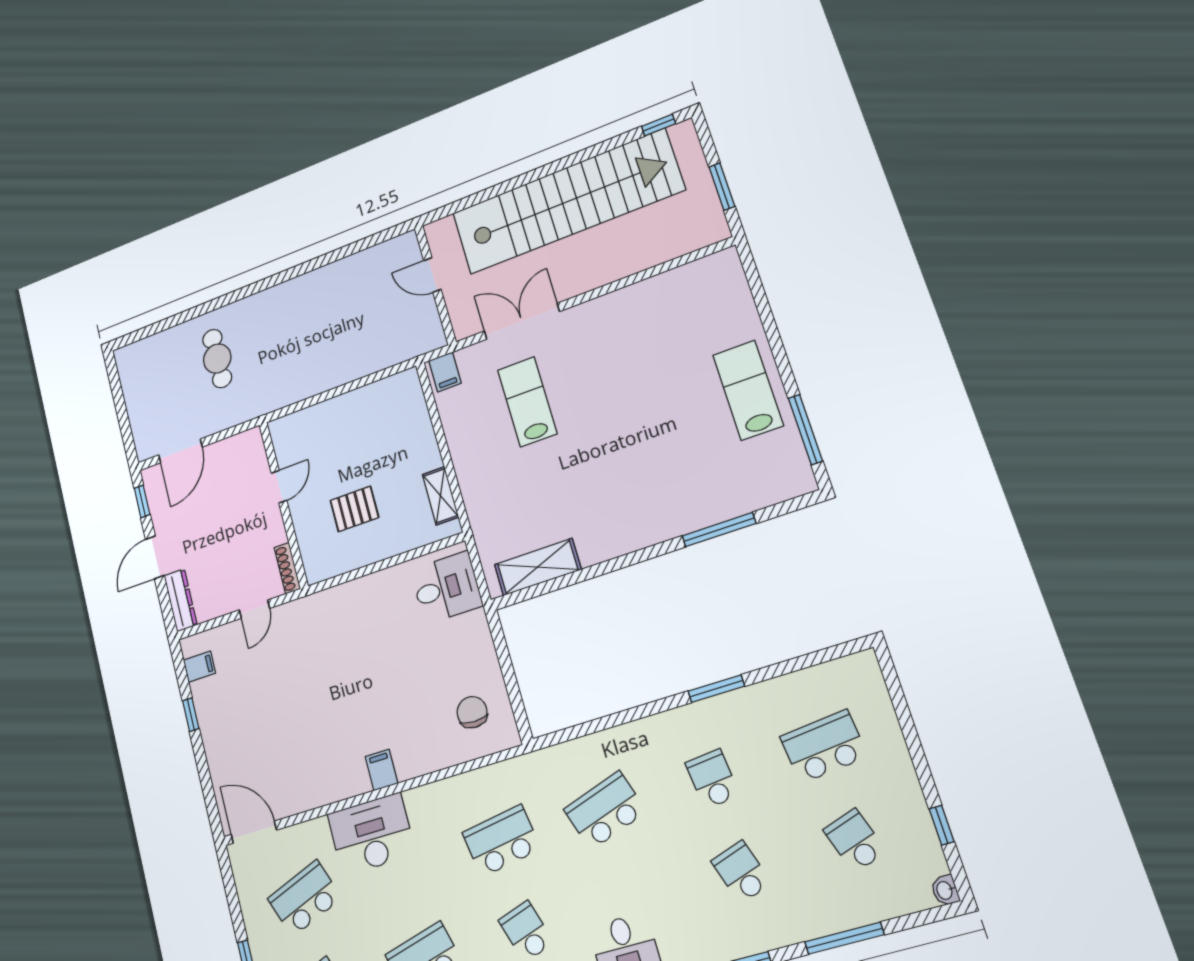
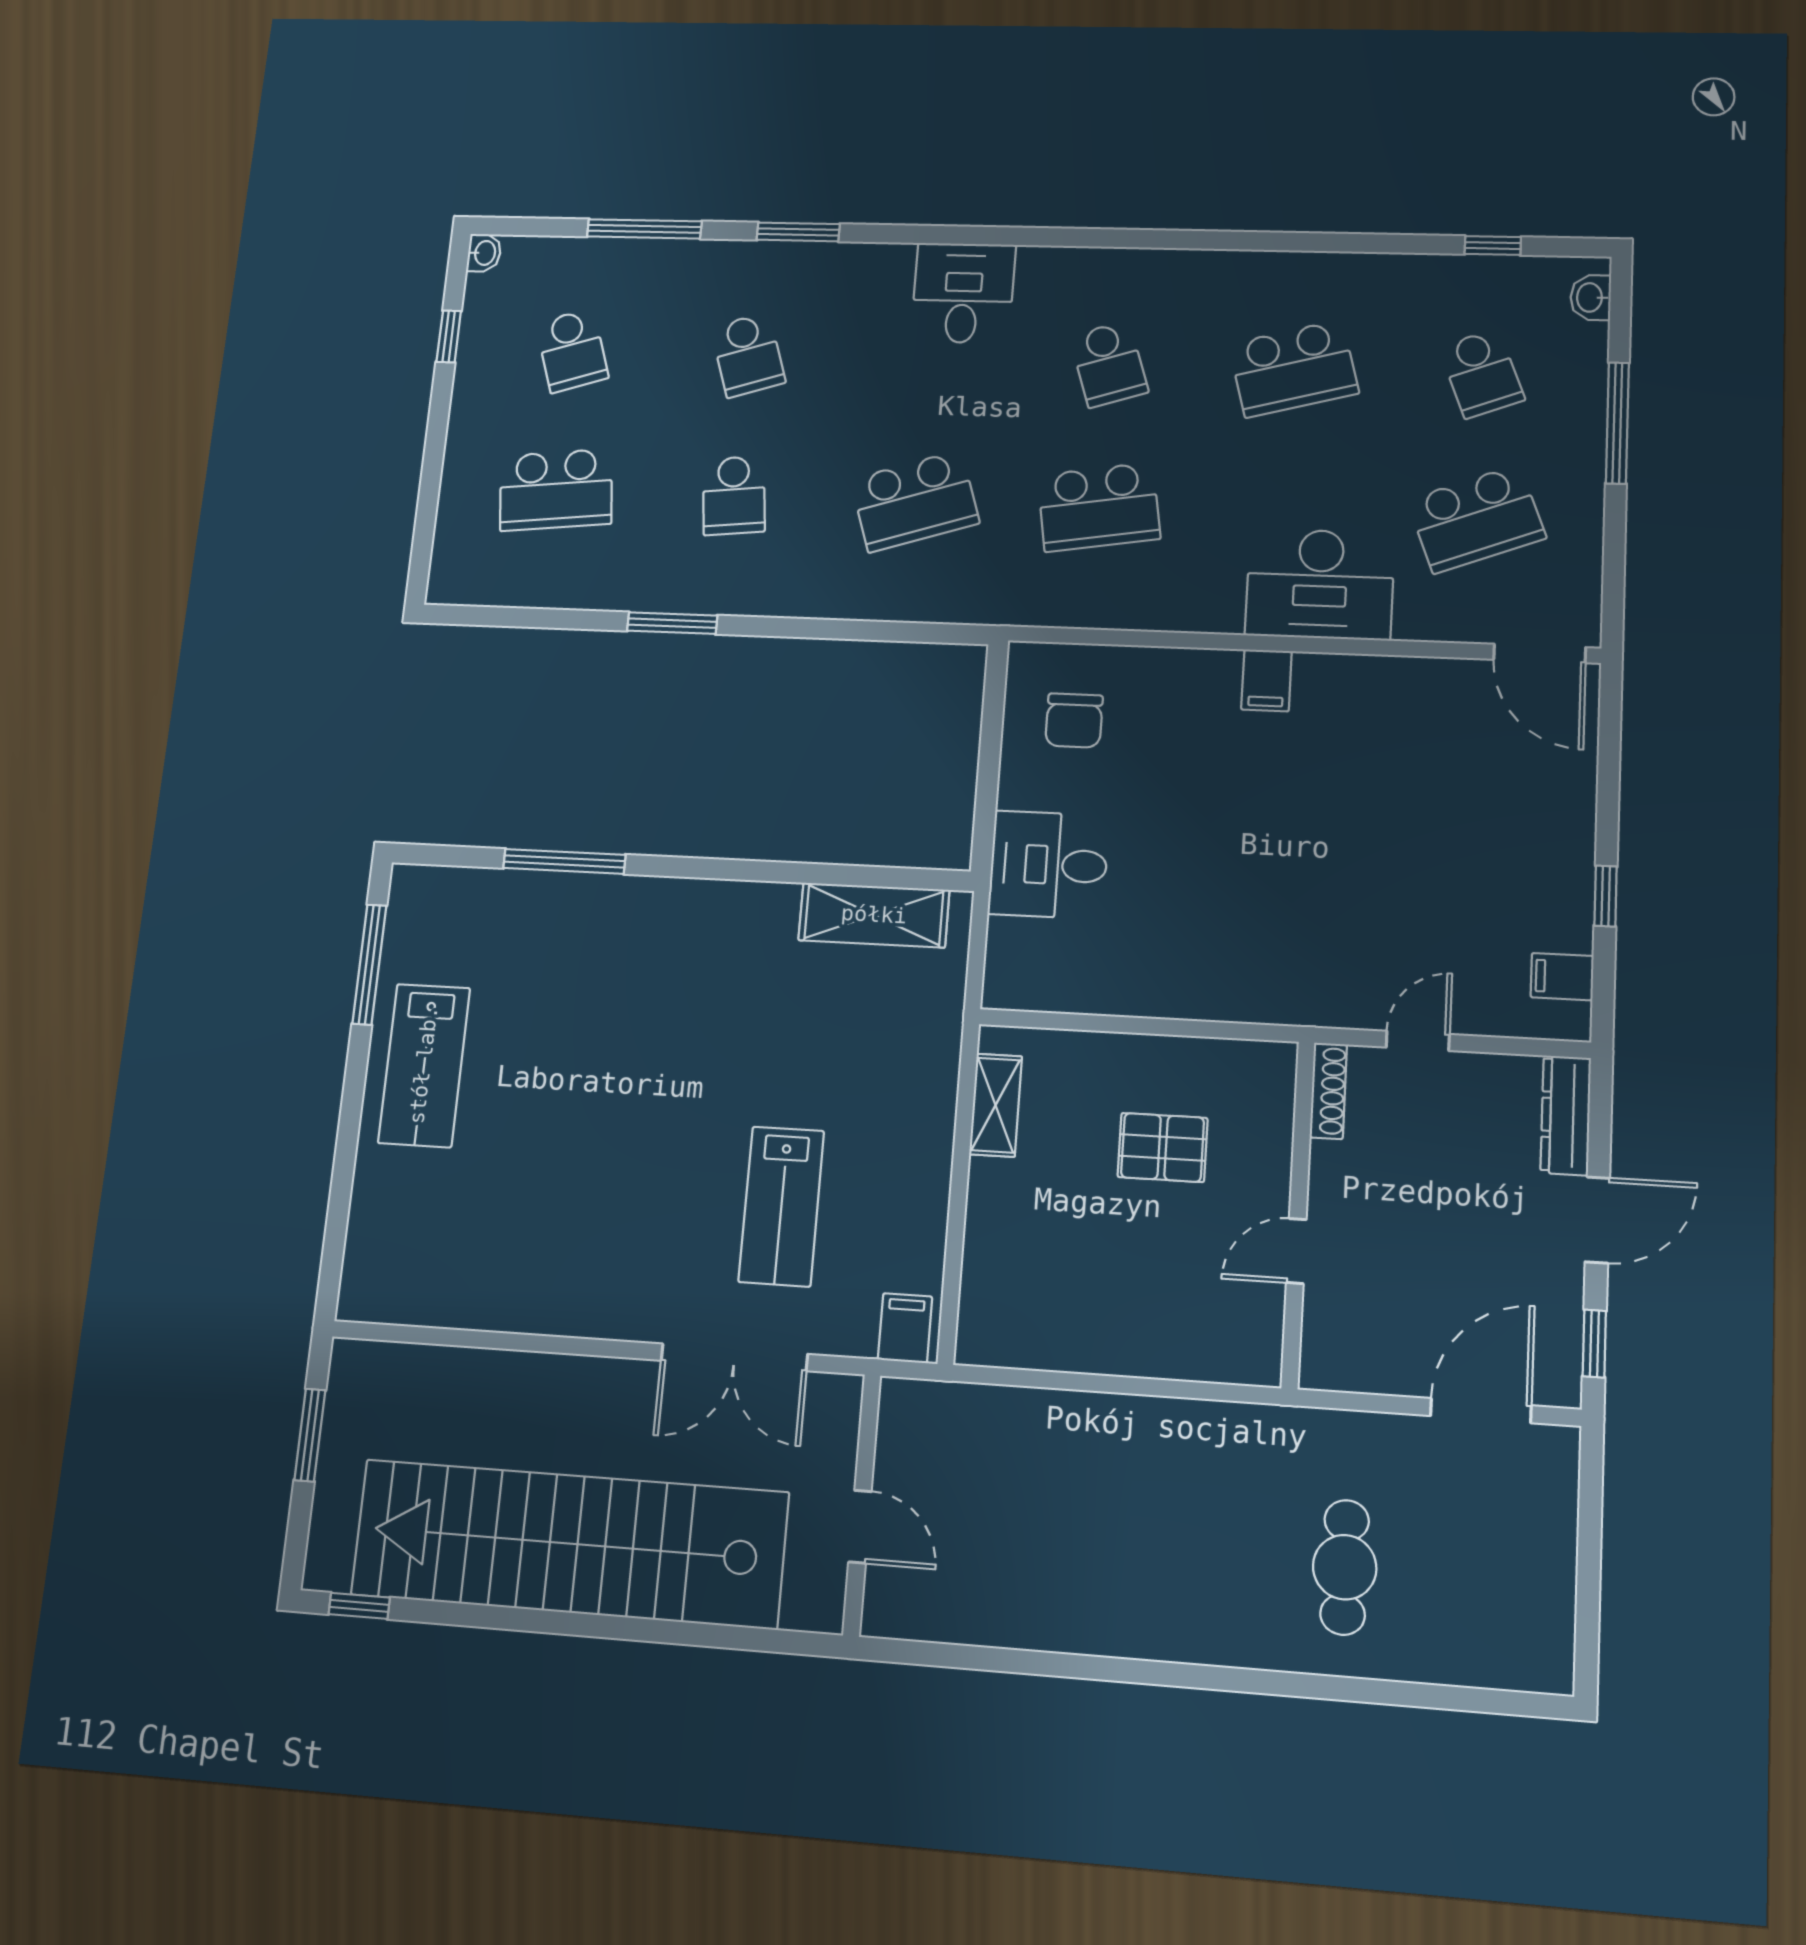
desk: (446, 588) -> (1049, 865), moved

